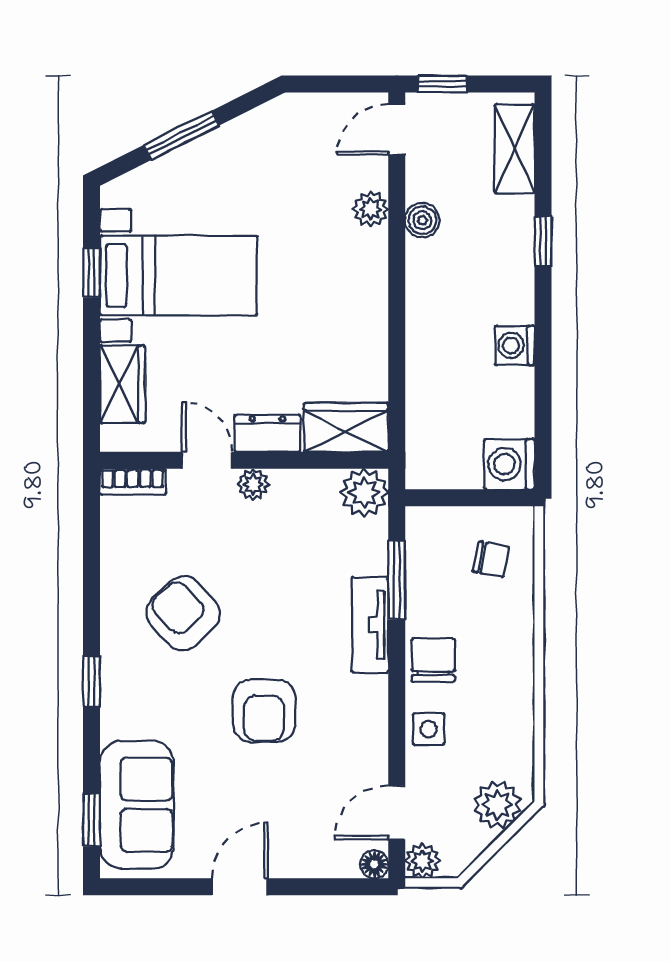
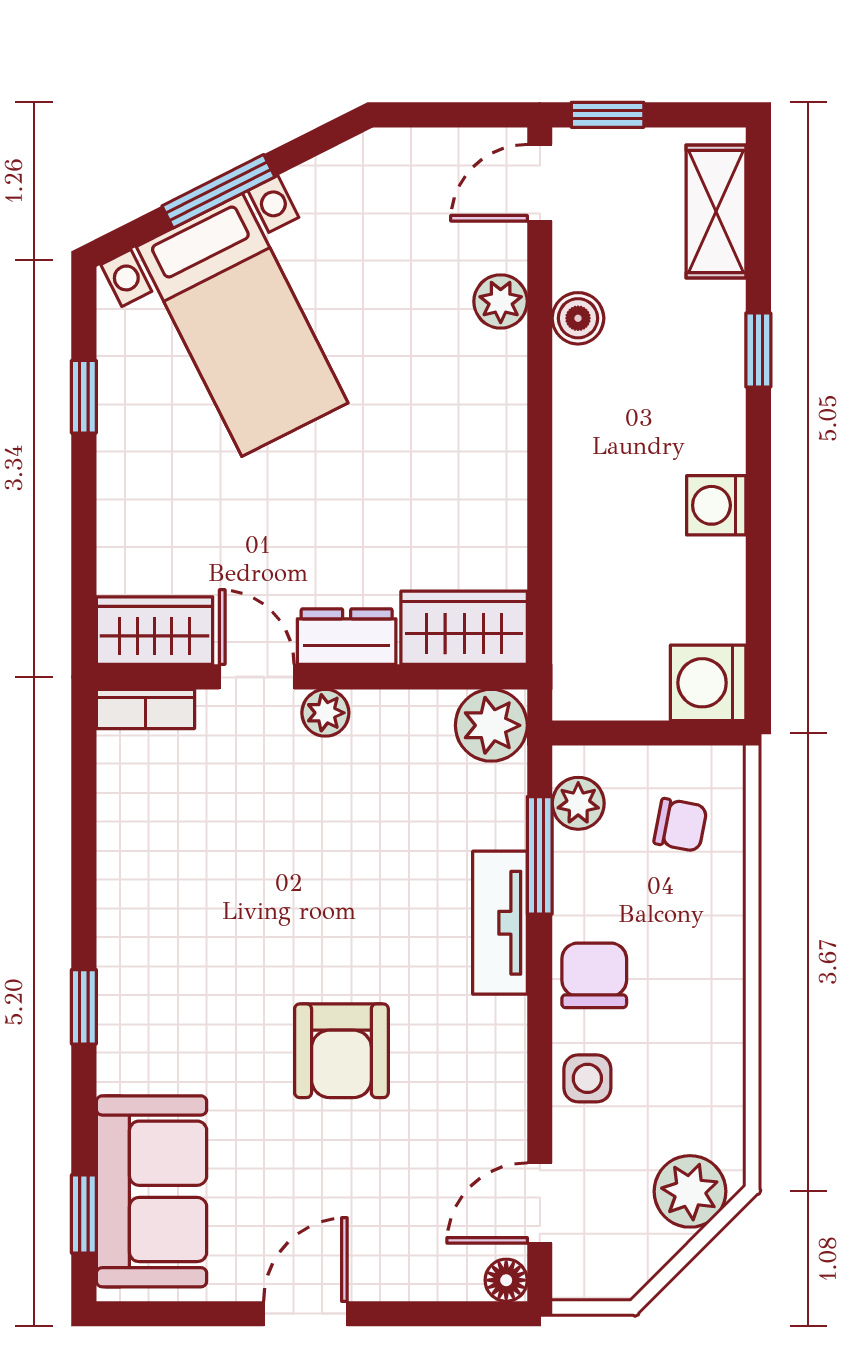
bed with nightstands: (179, 275) -> (242, 325), moved, turned 63
wardrobe: (123, 384) -> (155, 631), moved, turned -90
armchair: (183, 613) -> (220, 905), removed
plant: (423, 861) -> (578, 803), moved

